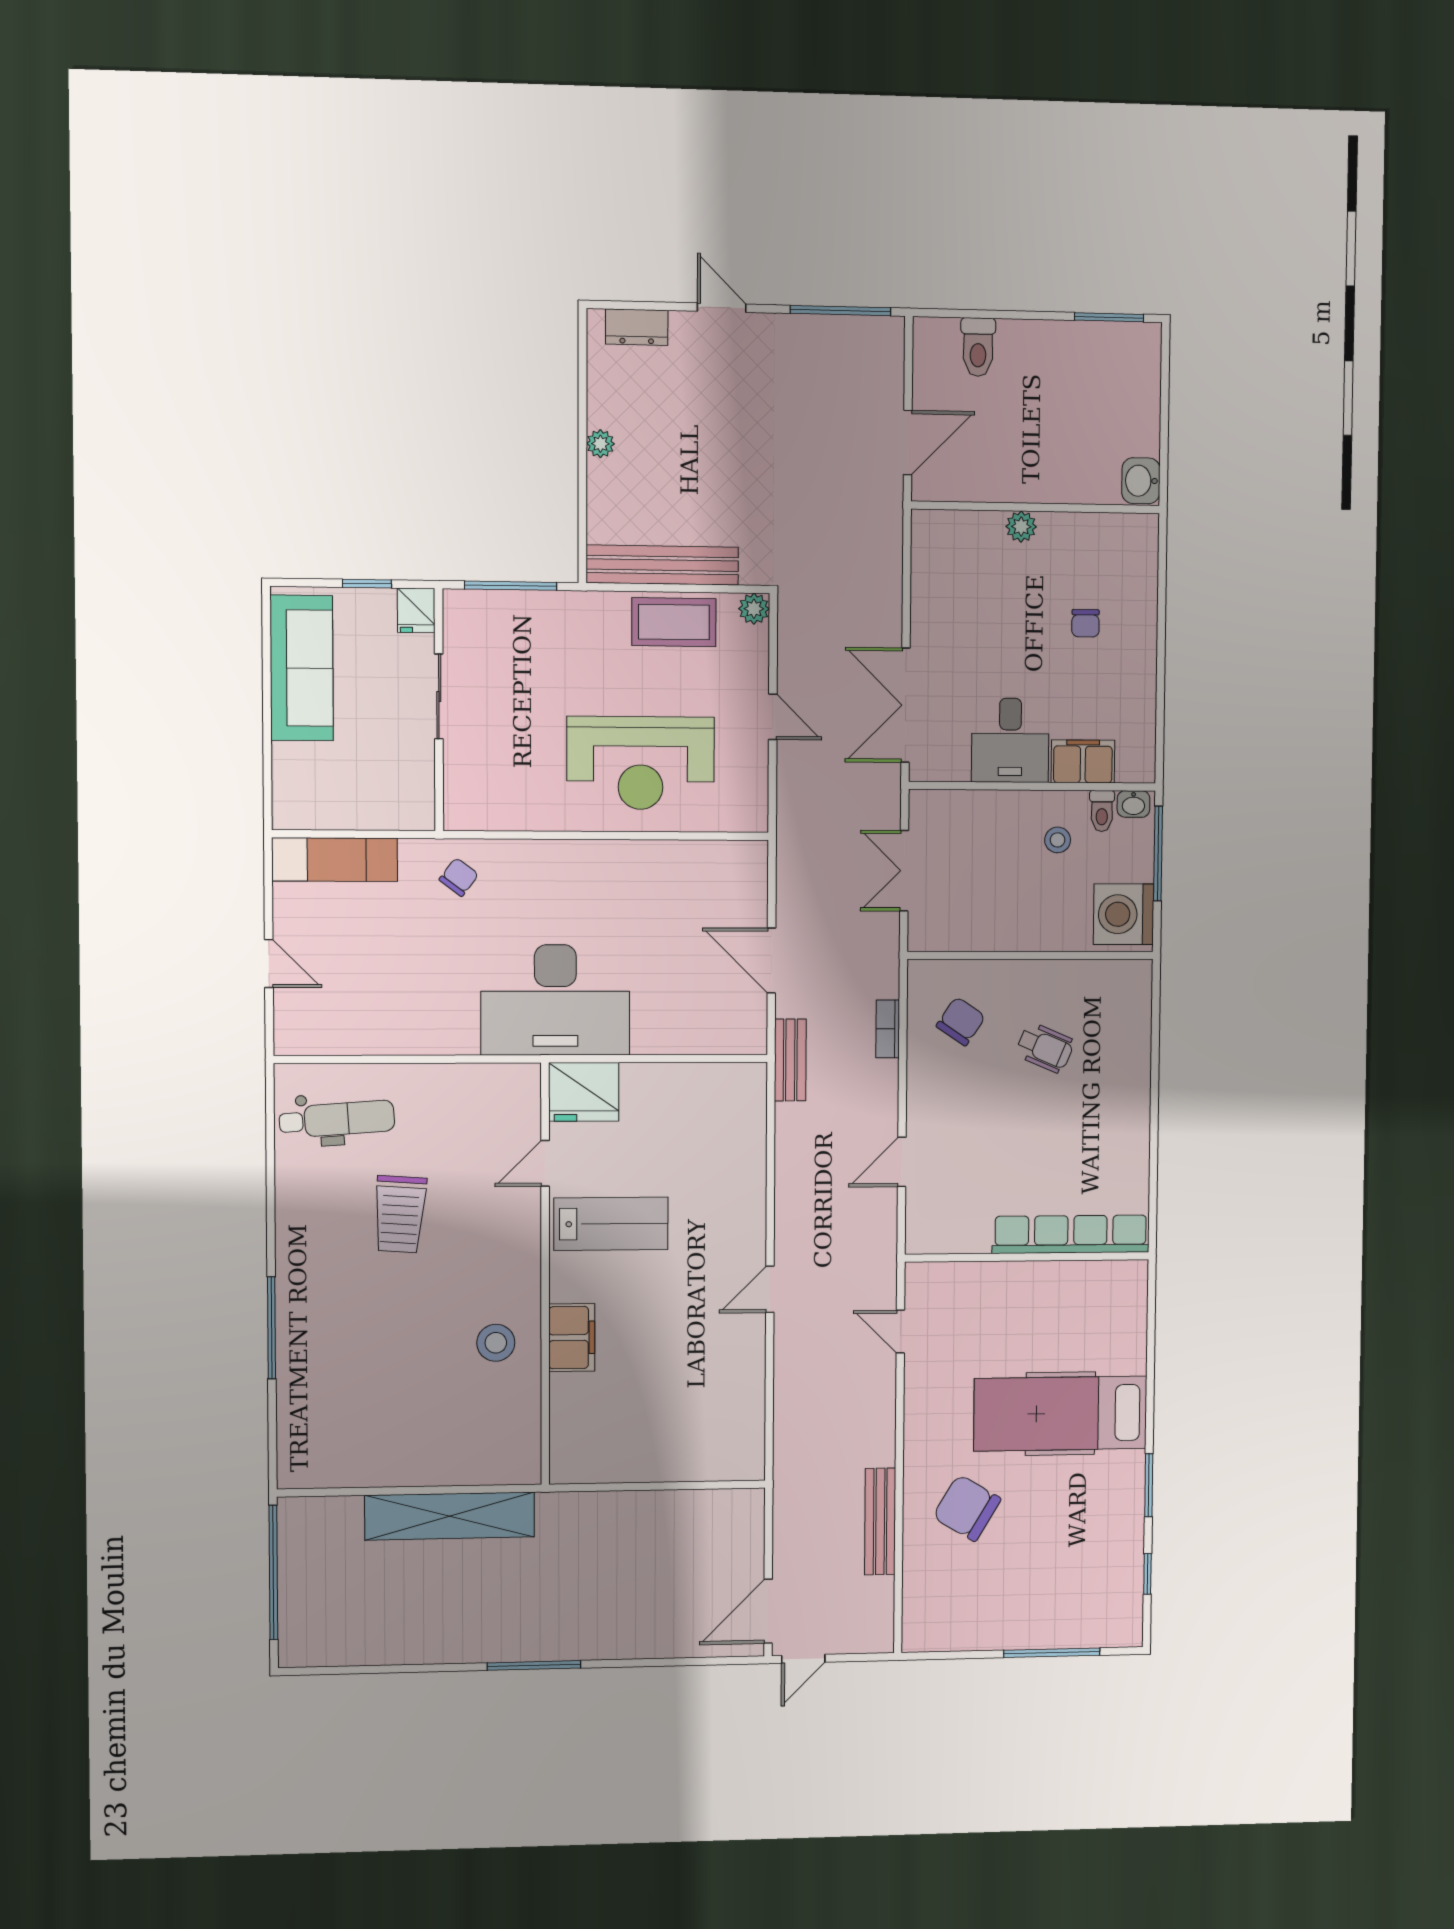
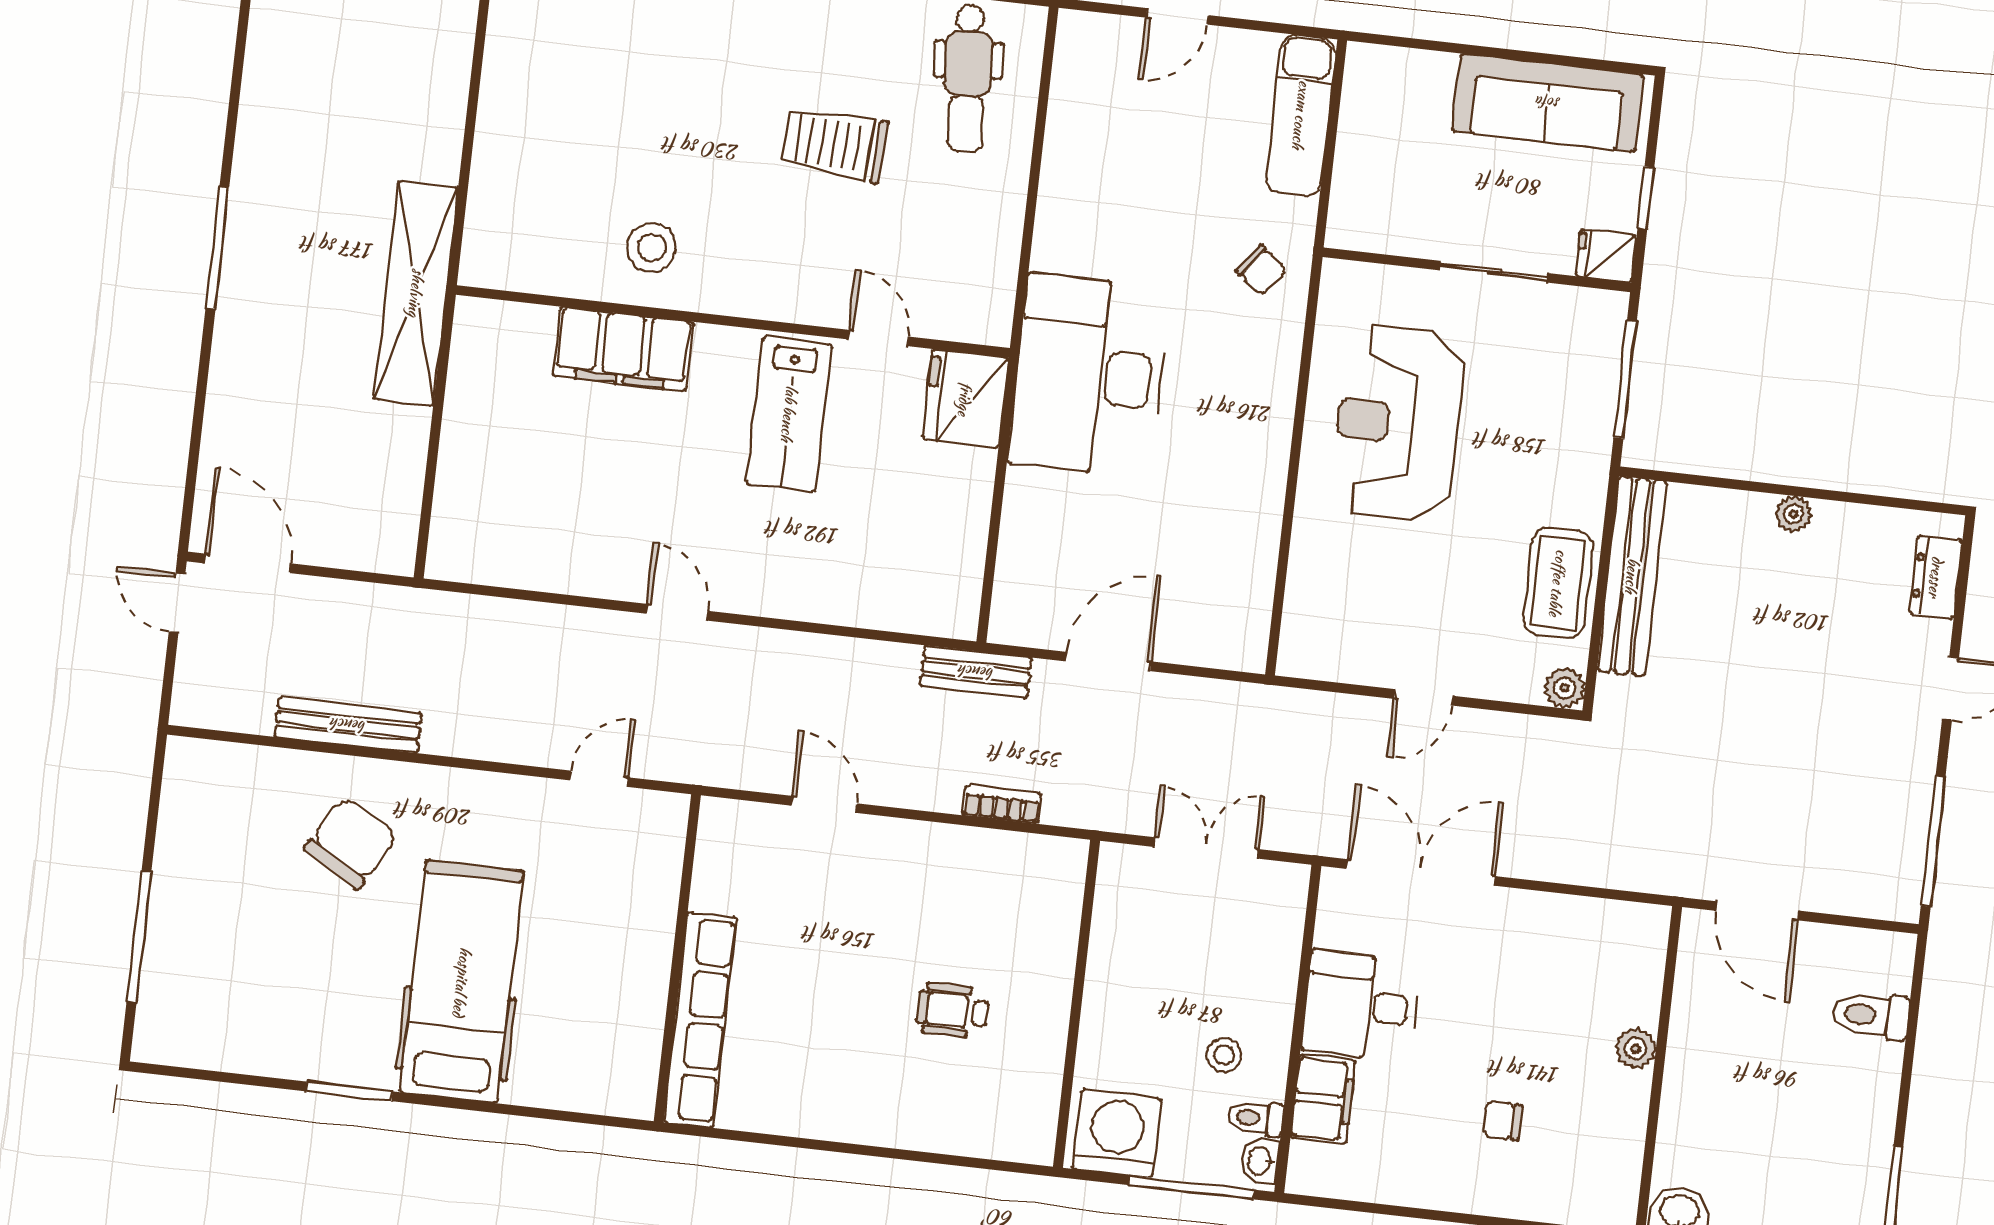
reception desk: (641, 763) -> (1398, 423), moved
chair: (961, 1021) -> (1000, 902), removed
wheelchair: (1045, 1048) -> (953, 1010), turned 67
filing cabinet: (572, 1338) -> (623, 349), width x1.50, depth x1.17
shelving: (450, 1516) -> (416, 293), moved
window: (1147, 1574) -> (229, 1078), removed

